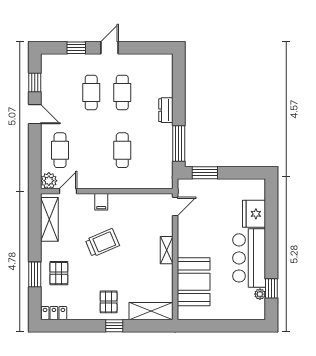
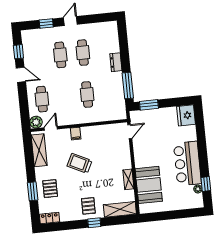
fridge: (254, 214) -> (186, 115), moved
trolley: (102, 243) -> (80, 163), turned -131
shelving: (167, 250) -> (128, 179), moved

